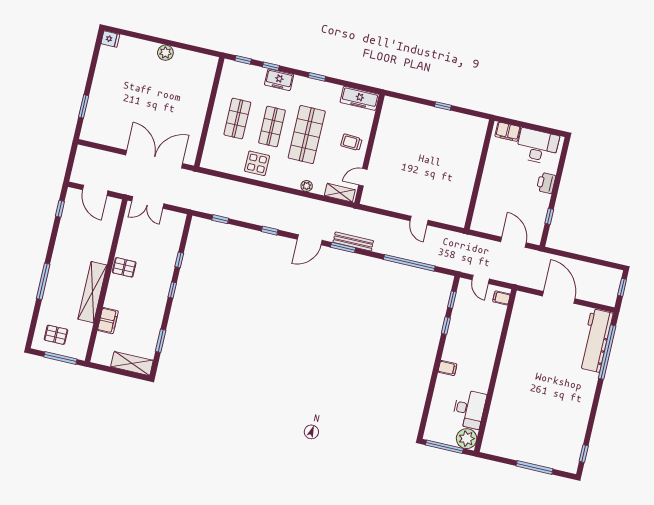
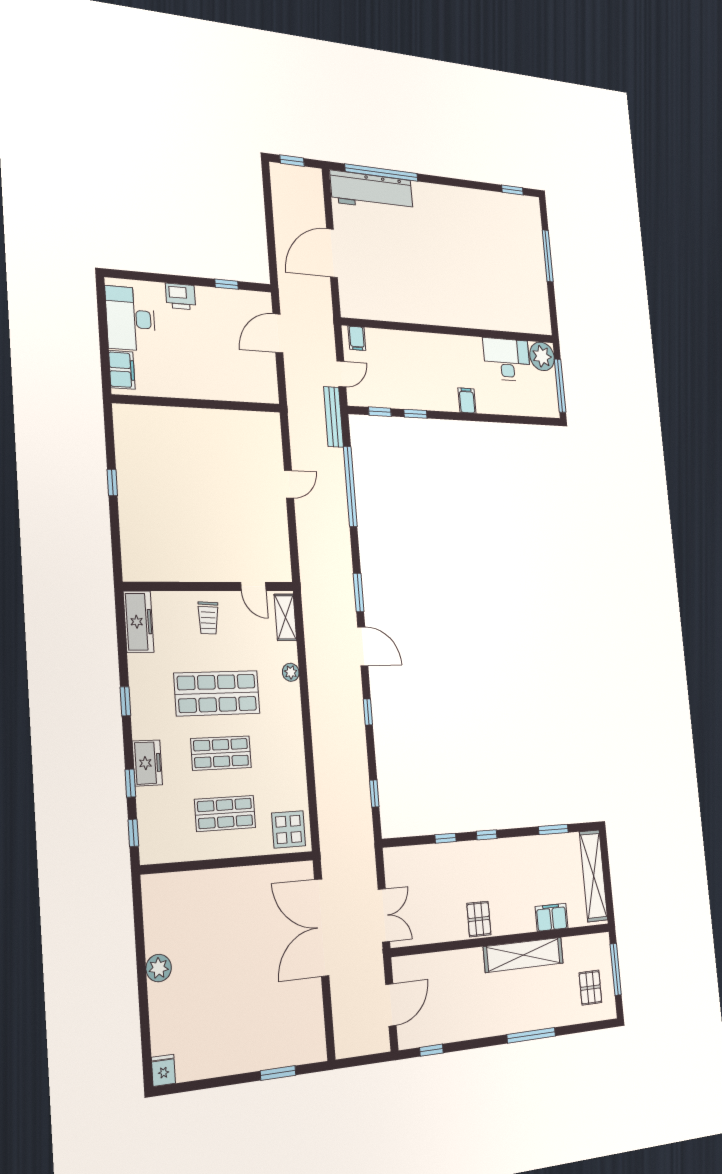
display table: (257, 163) -> (289, 829), moved
bench: (353, 241) -> (334, 417), moved
shelving: (132, 364) -> (594, 876), width x1.47

